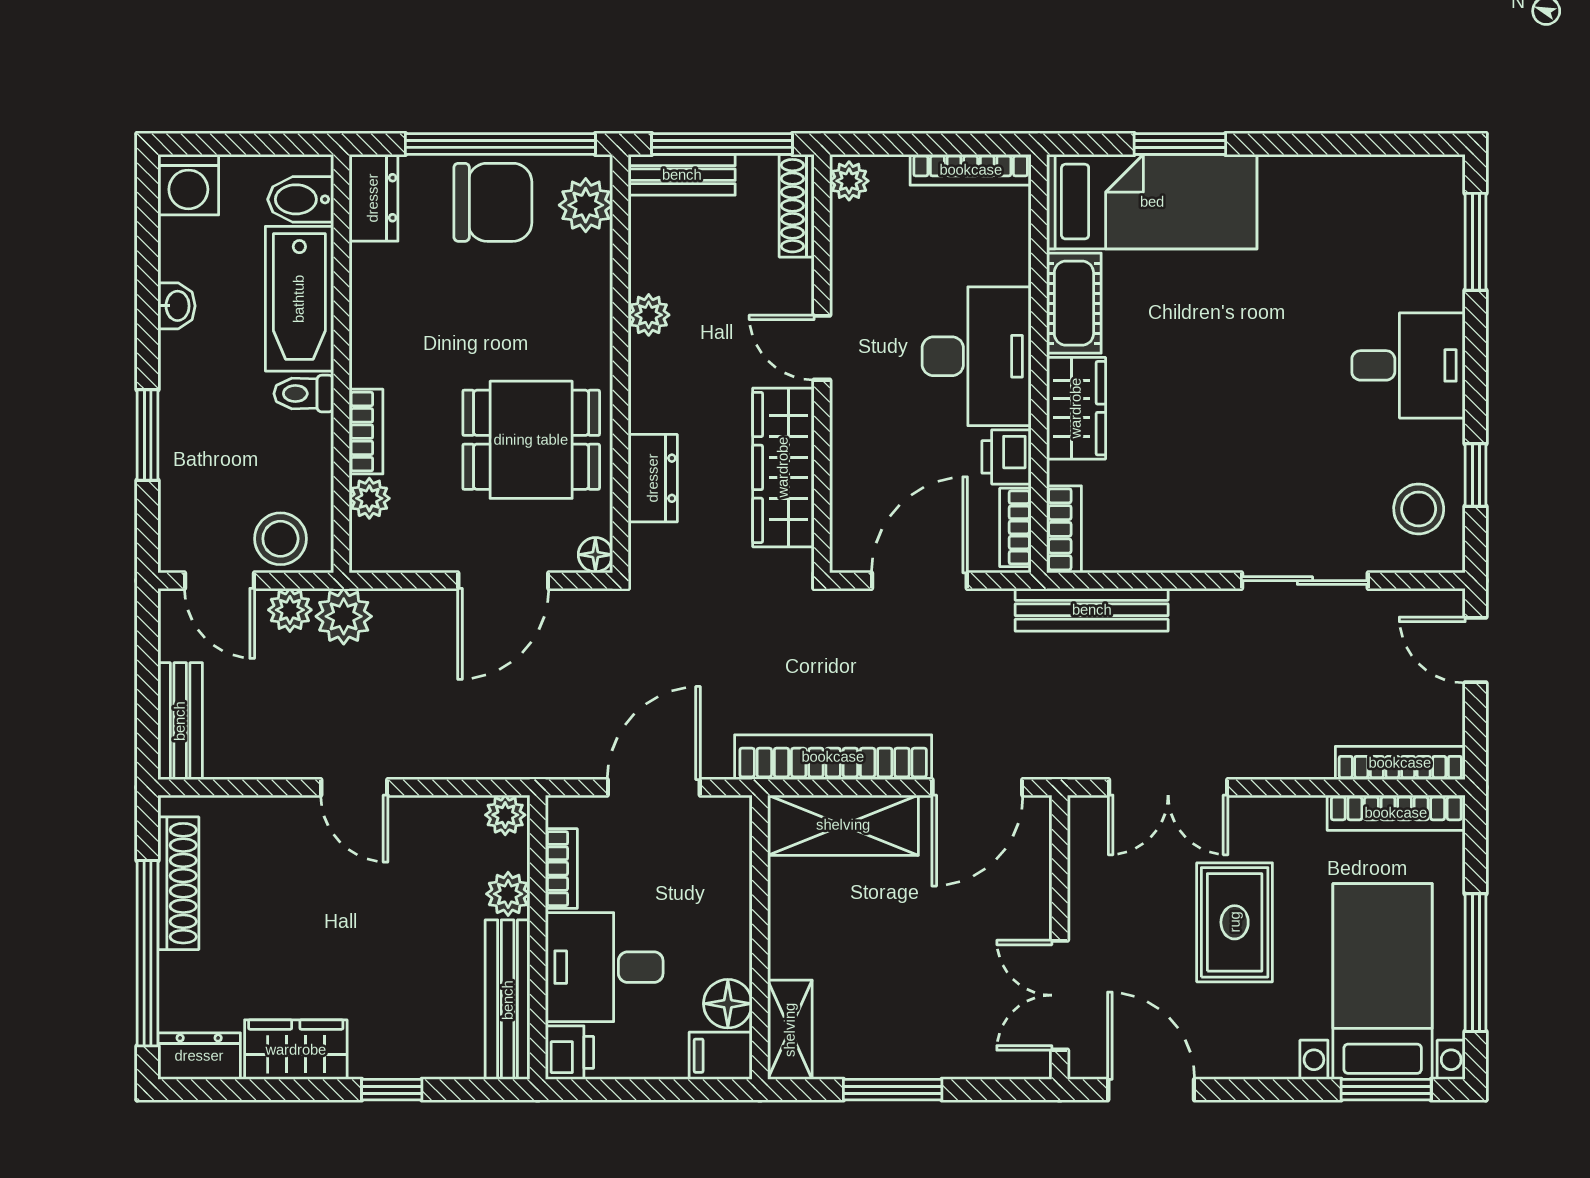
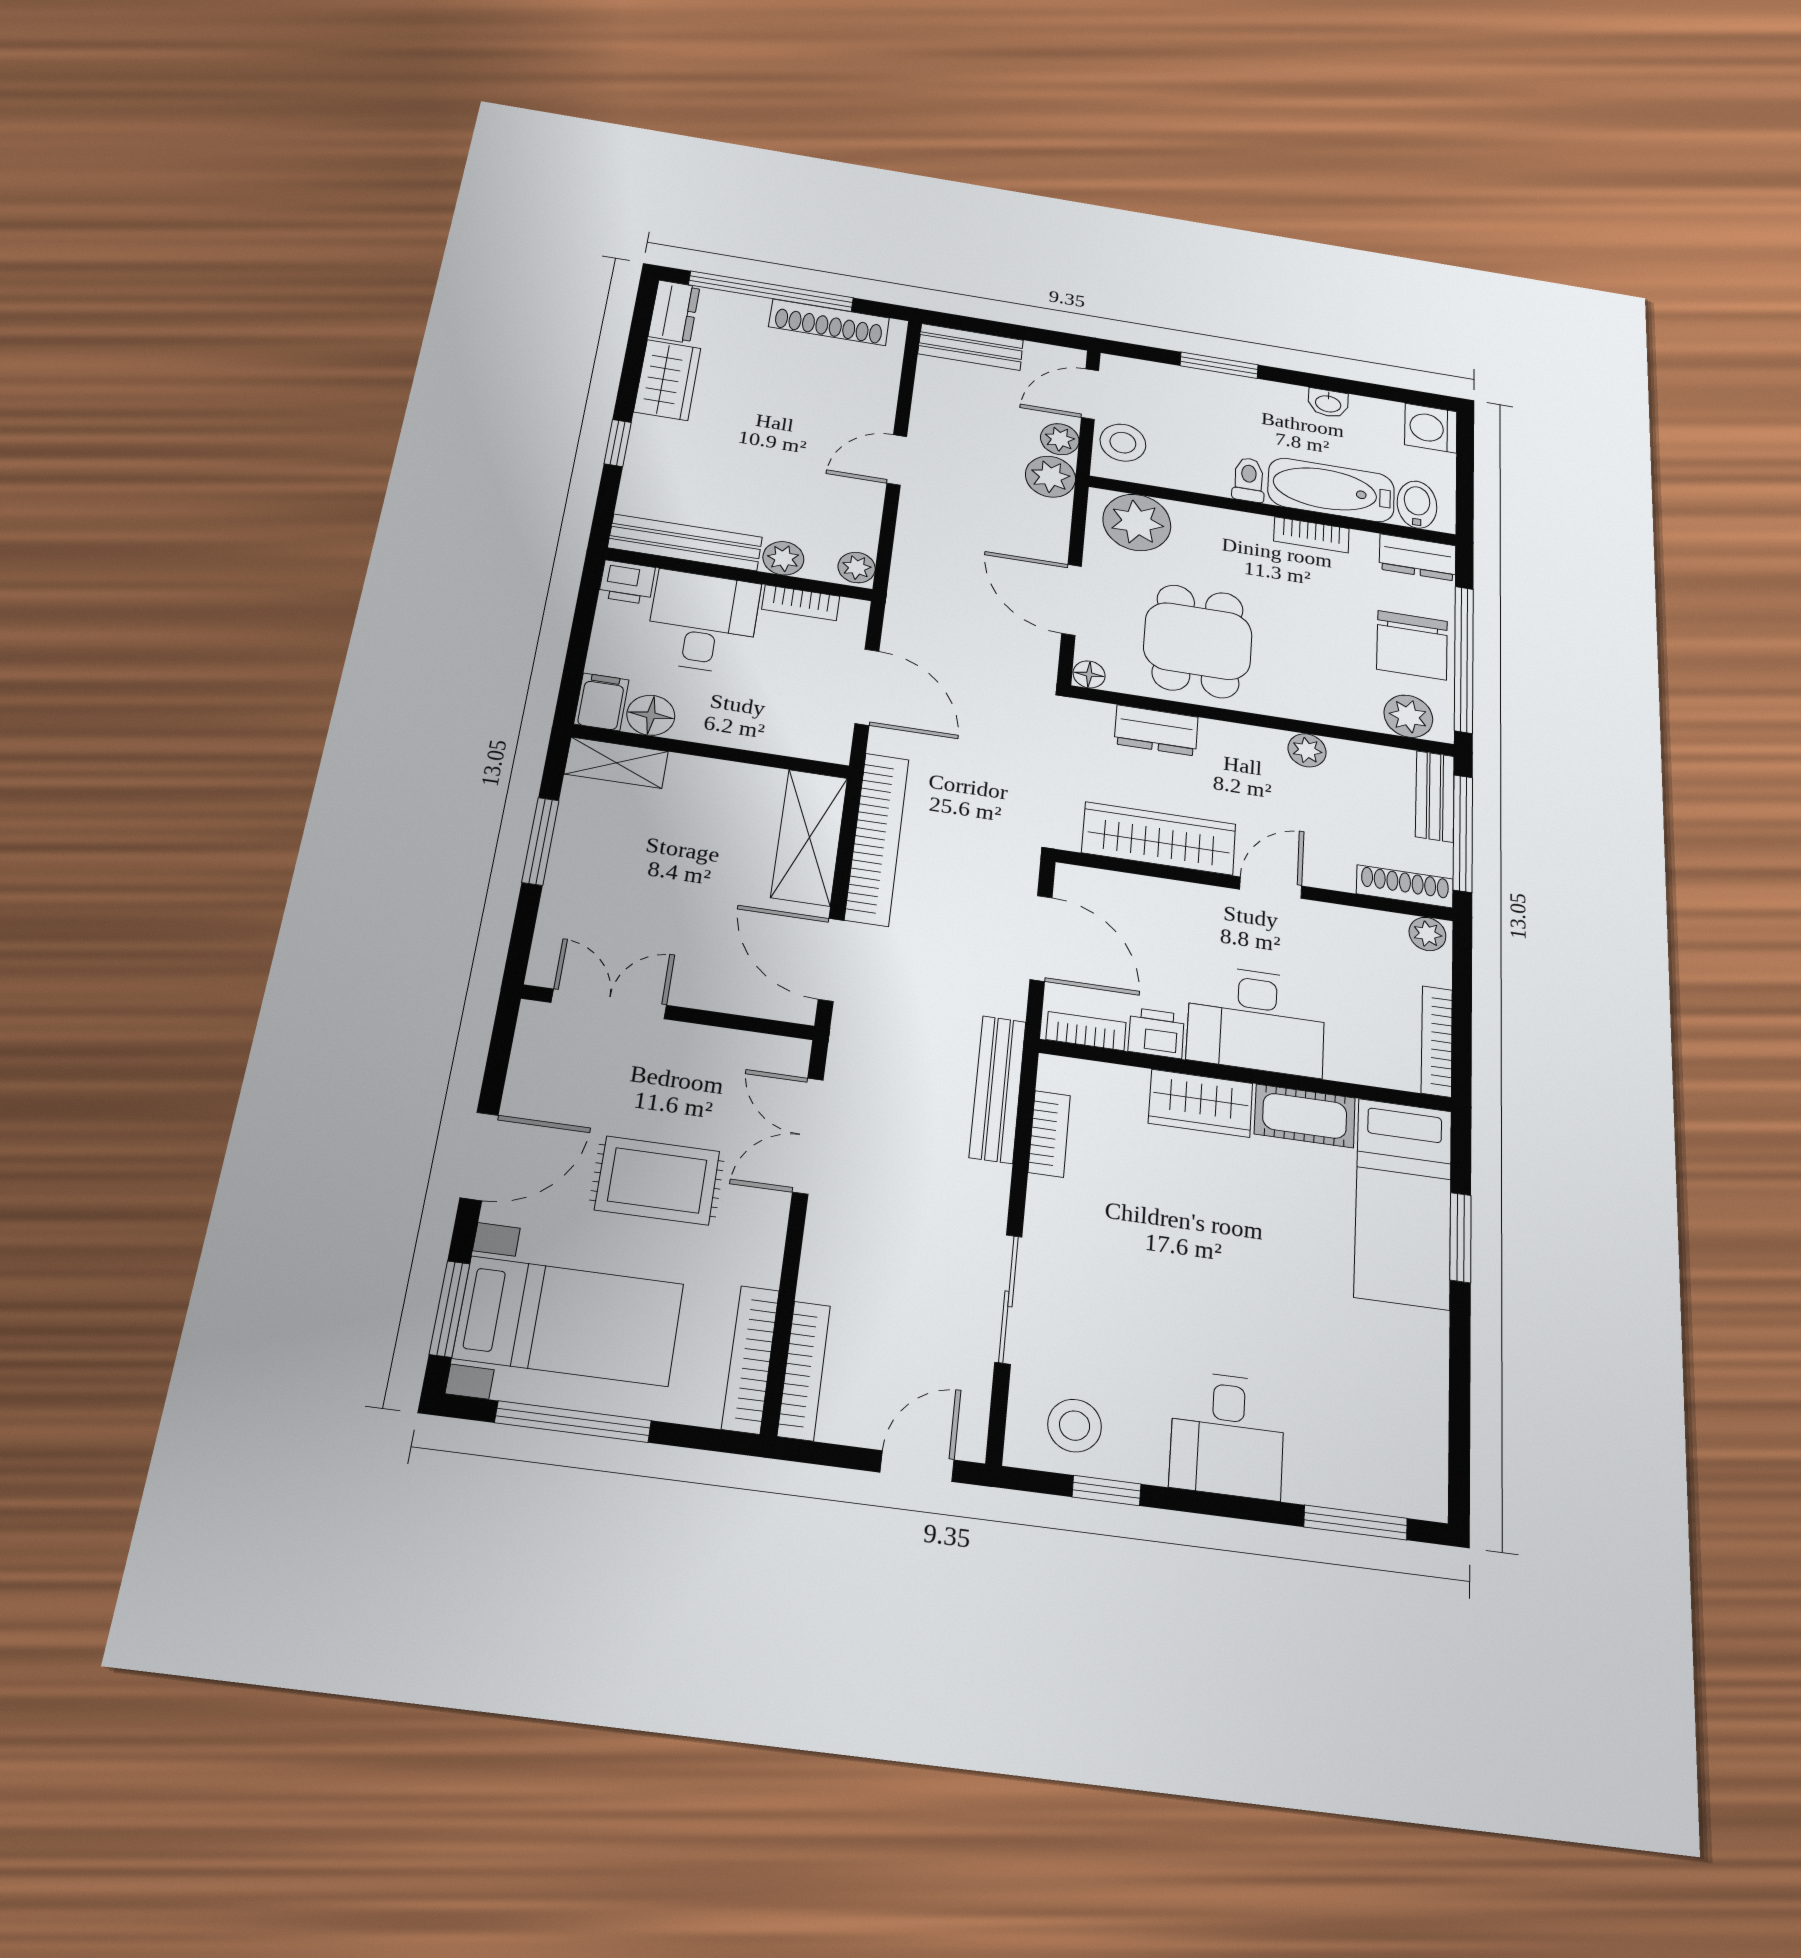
bookcase: (366, 432) -> (1311, 535), moved
plant: (369, 498) -> (1137, 522), width x1.88, depth x1.88
bookcase: (1064, 529) -> (1049, 1134), moved, turned -90
door: (1151, 1090) -> (479, 1156), moved

